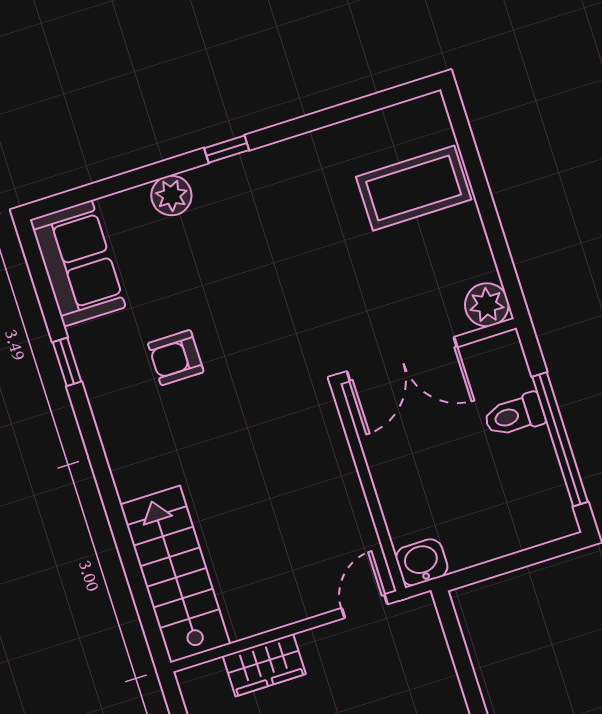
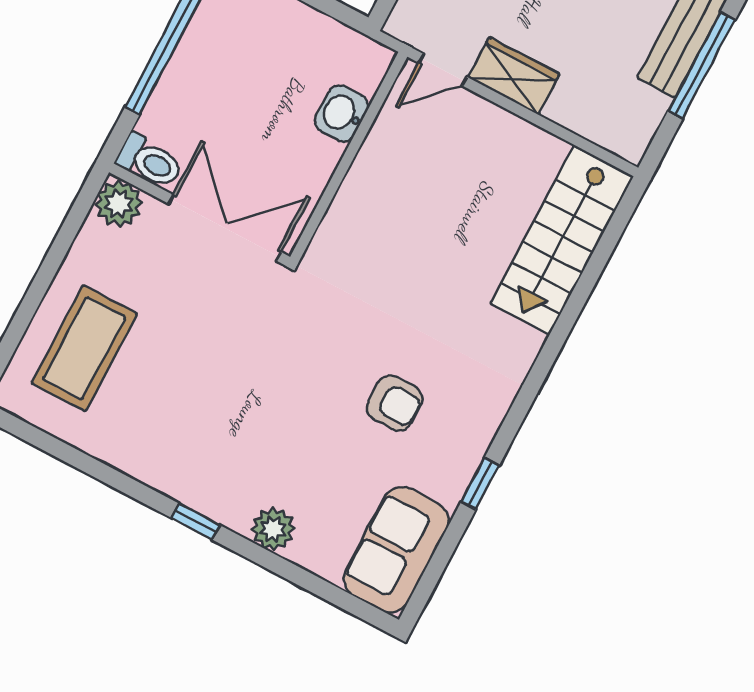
coffee table: (414, 188) -> (84, 348), turned 90
toilet: (514, 415) -> (150, 161), moved
washbasin: (422, 562) -> (342, 113), moved, turned 90
wardrobe: (264, 665) -> (514, 76), moved

